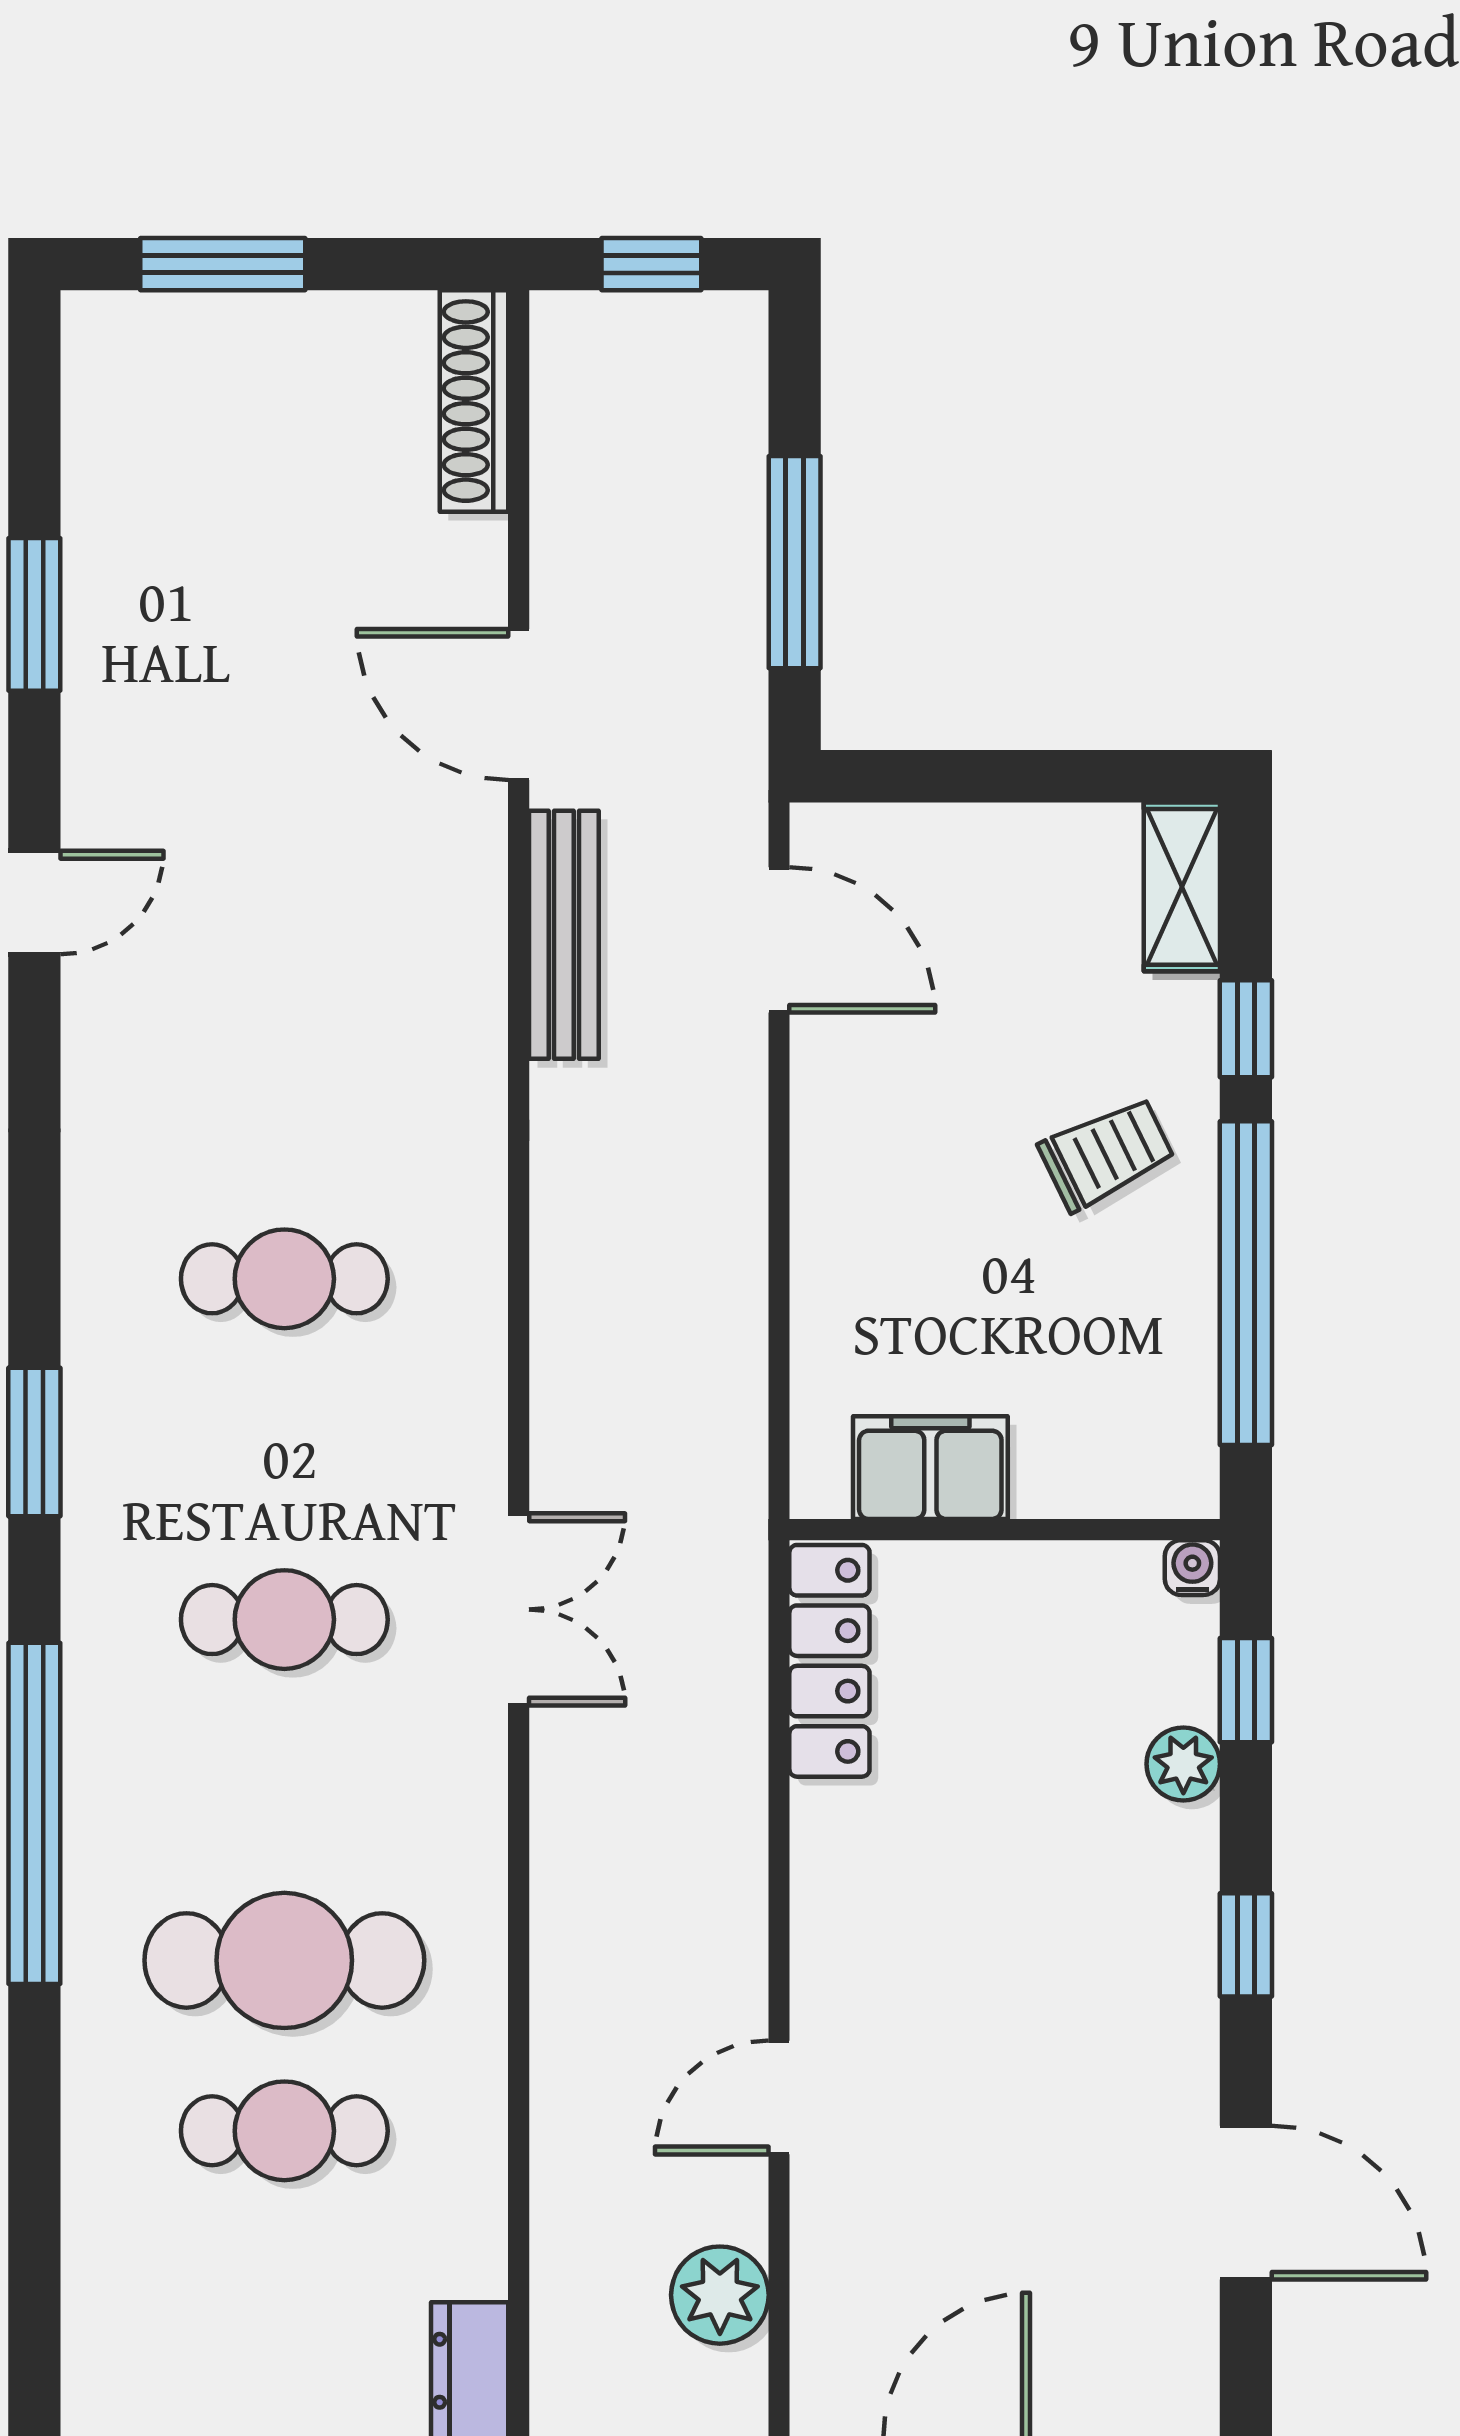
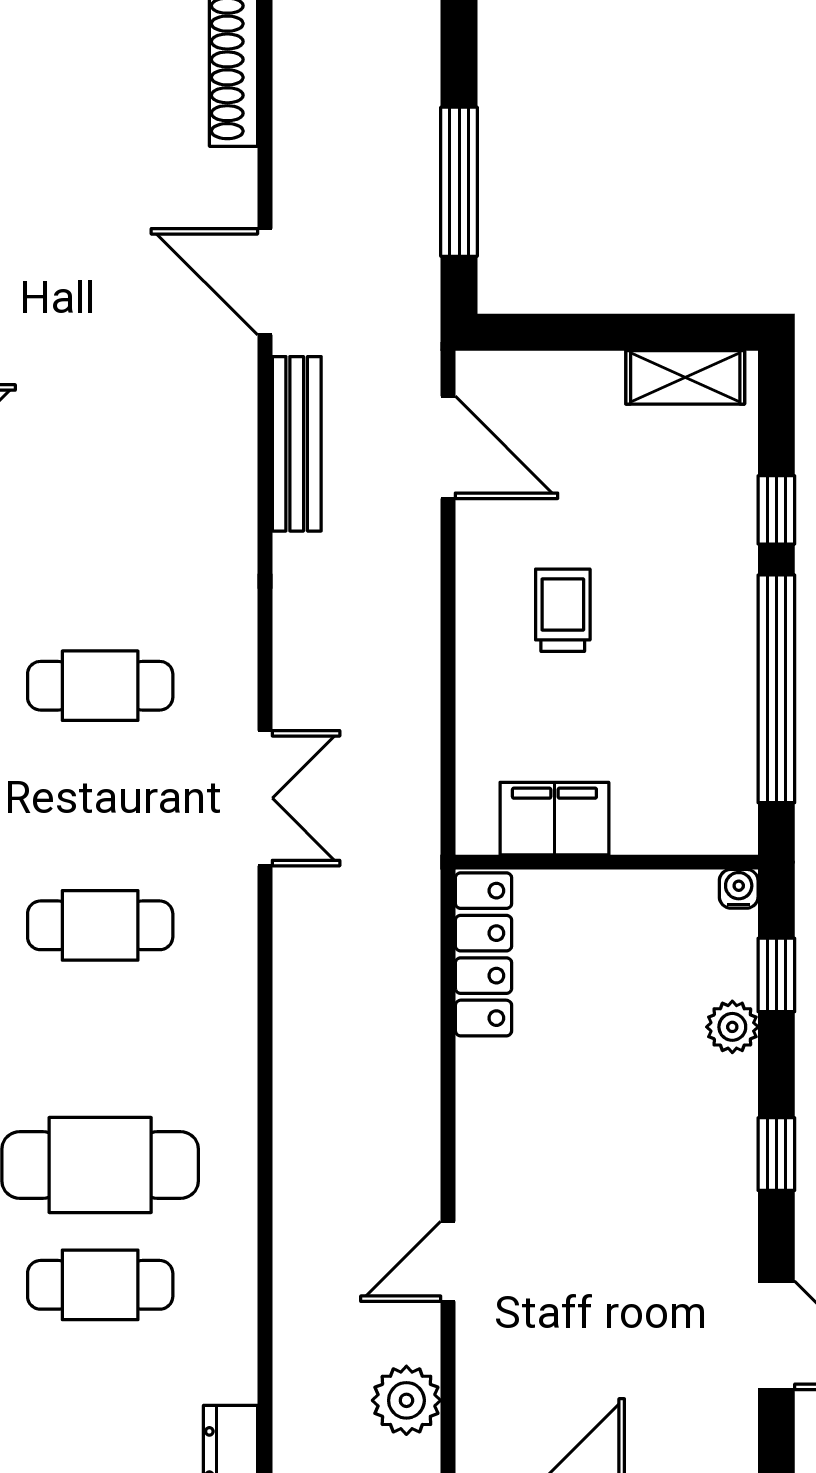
shelving: (1182, 887) -> (685, 377), moved, turned 90
trolley: (1107, 1153) -> (563, 610), moved, turned -64
double door: (519, 1609) -> (265, 798), moved

